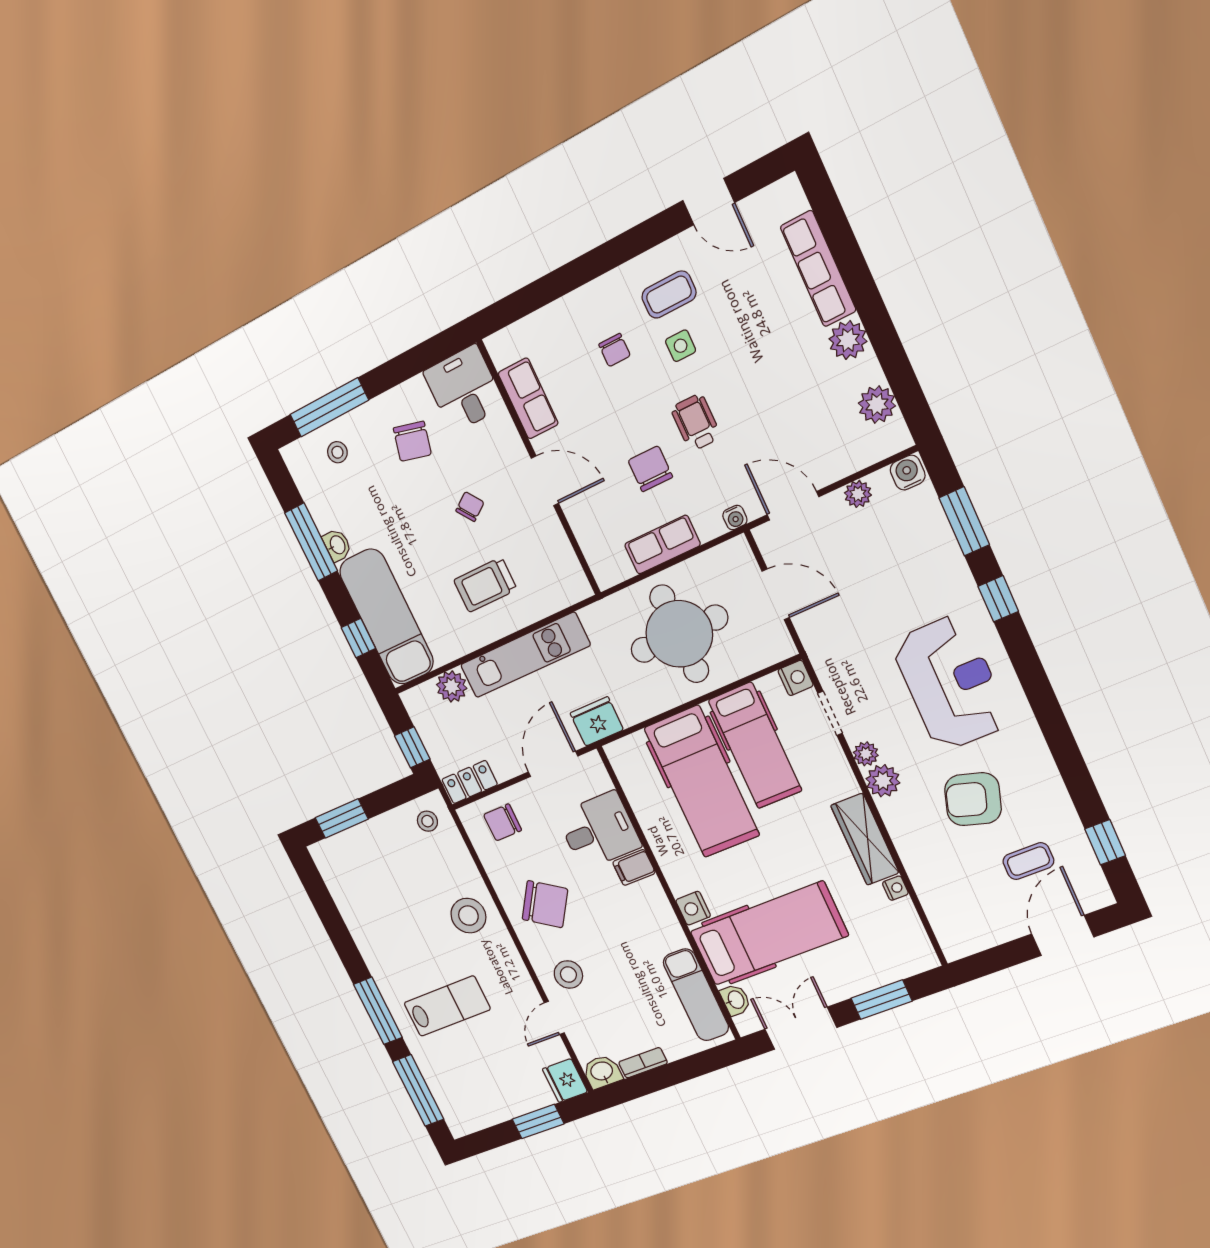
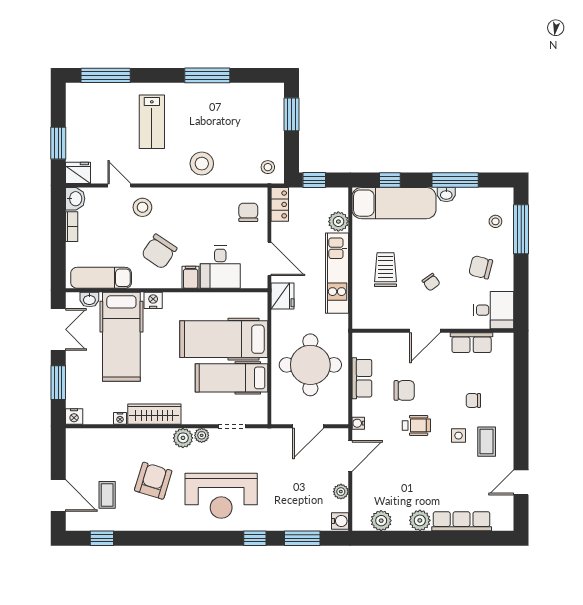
nightstand: (796, 678) -> (74, 416), moved
chair: (545, 904) -> (159, 252), moved
window: (378, 1011) -> (207, 75), moved

